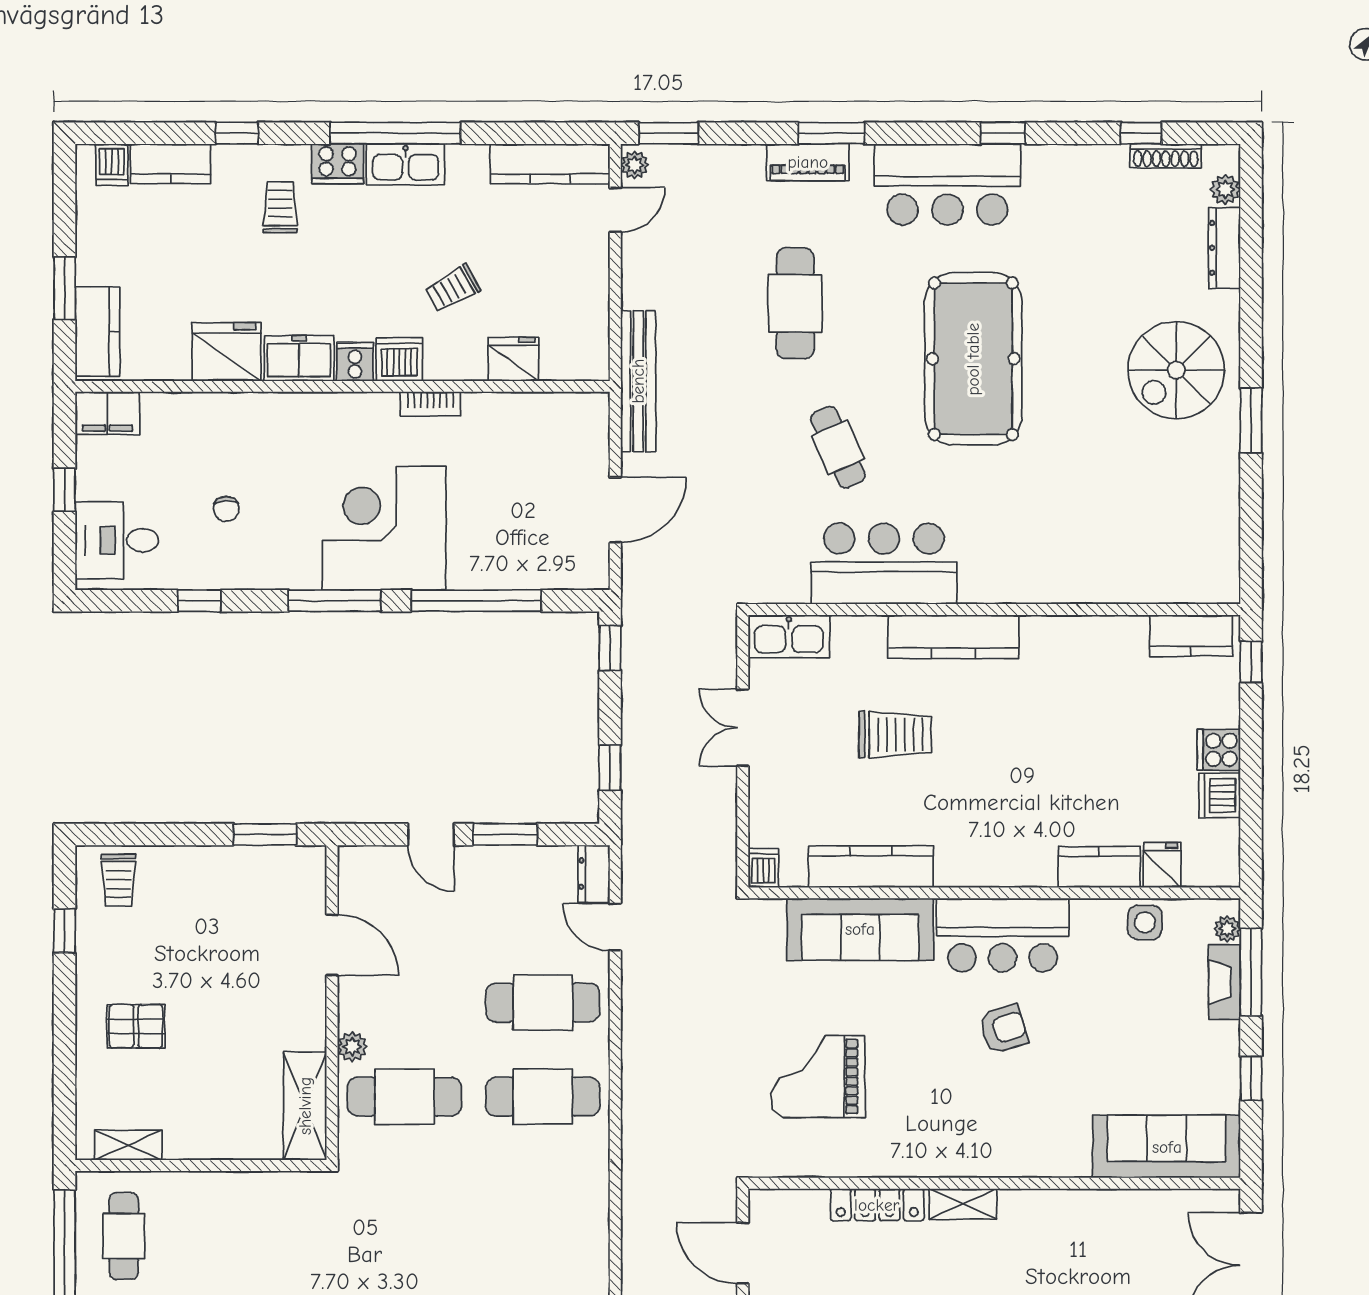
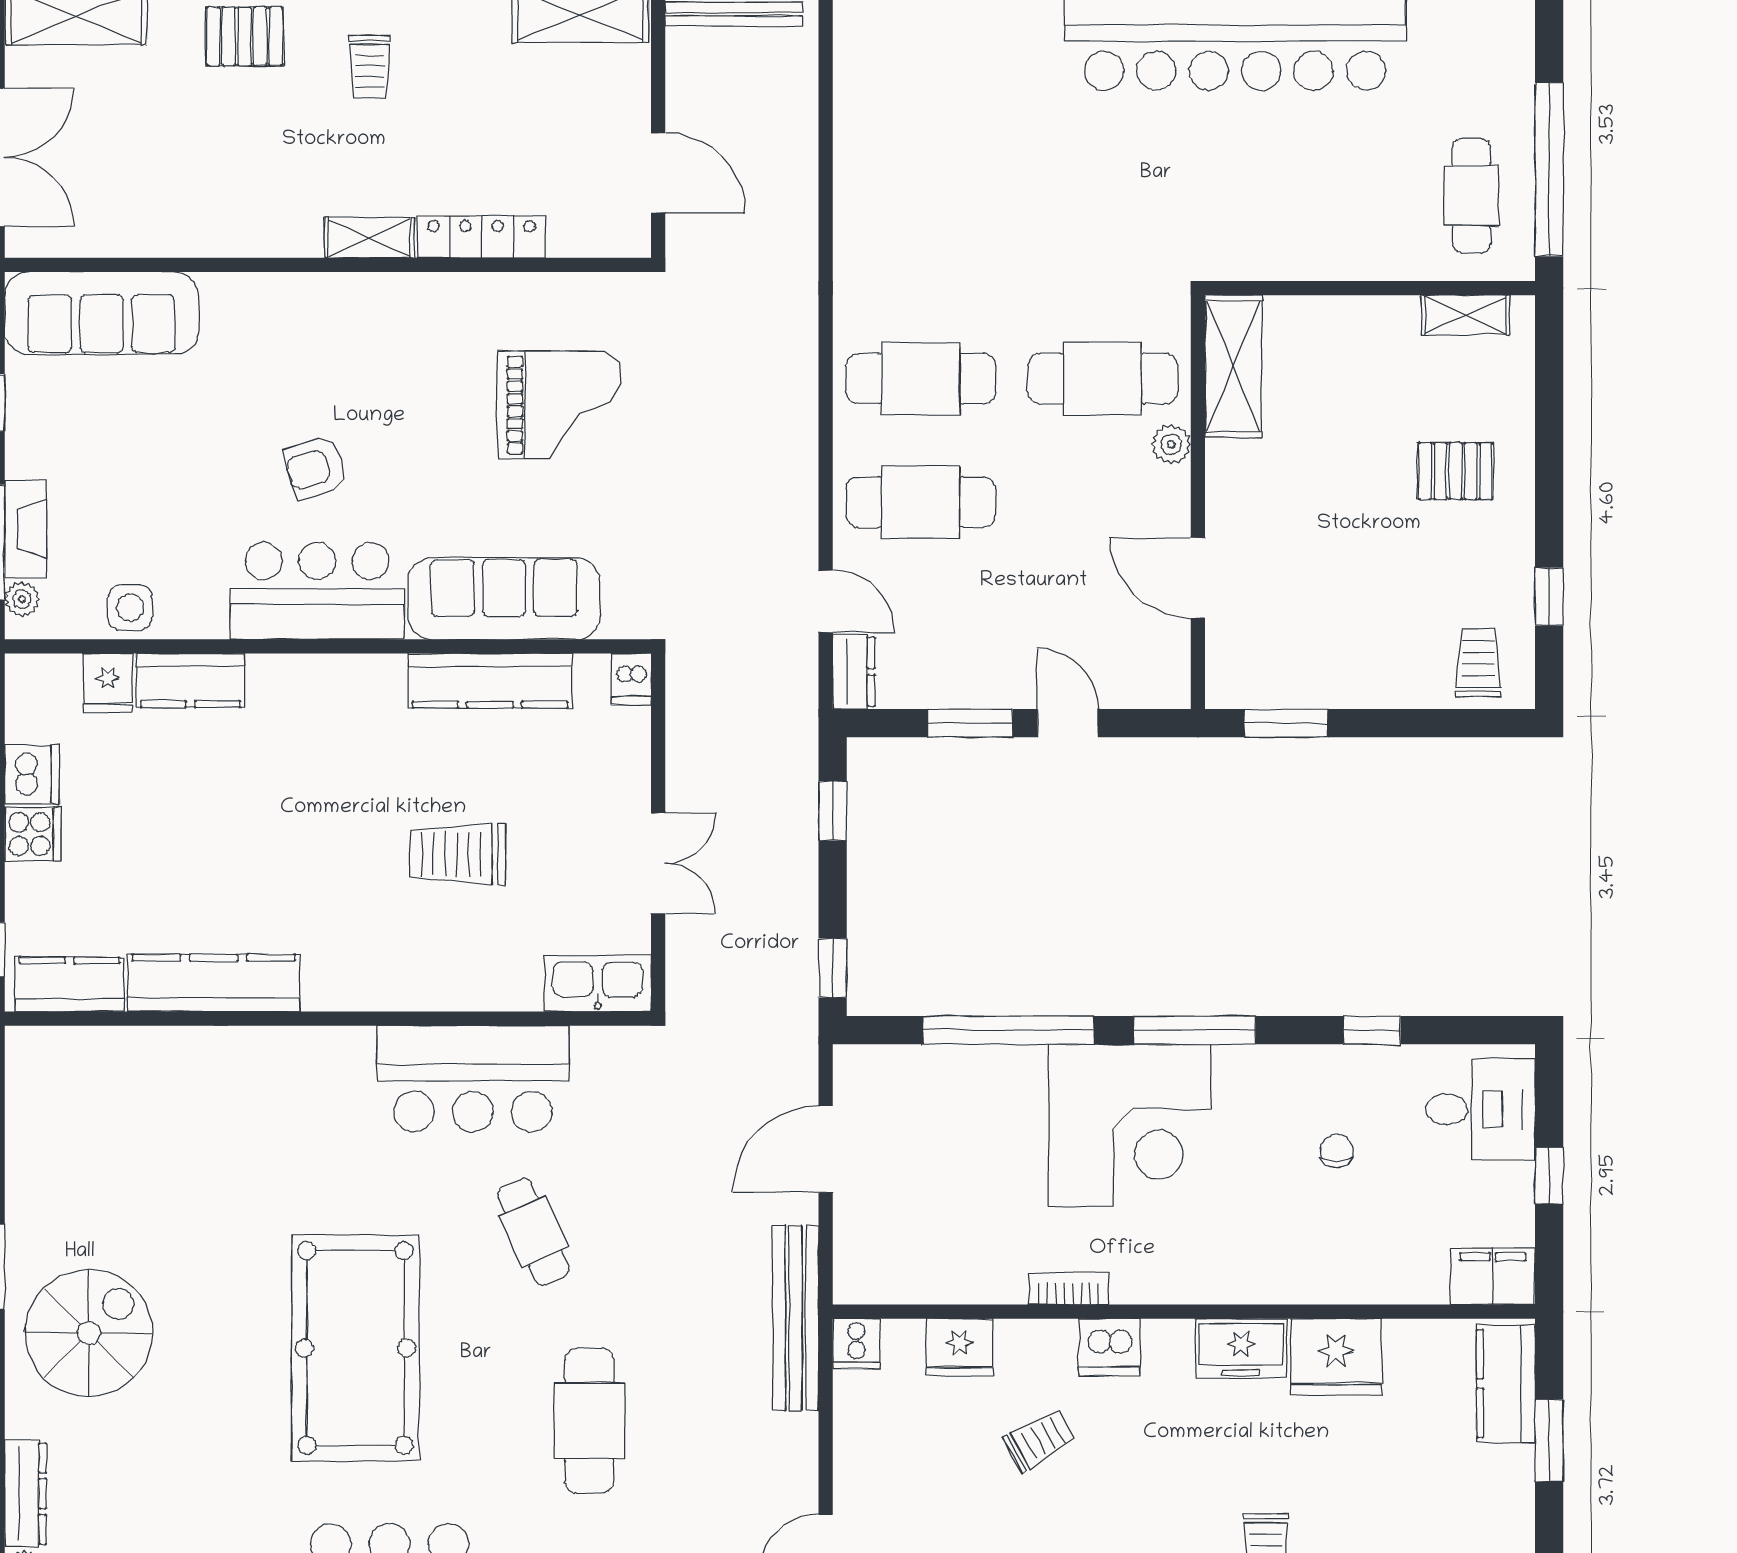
cooker: (355, 362) -> (856, 1344), moved
kitchen counter: (953, 637) -> (214, 983), moved

